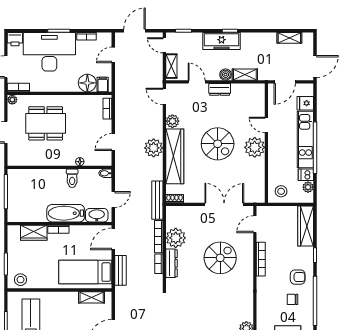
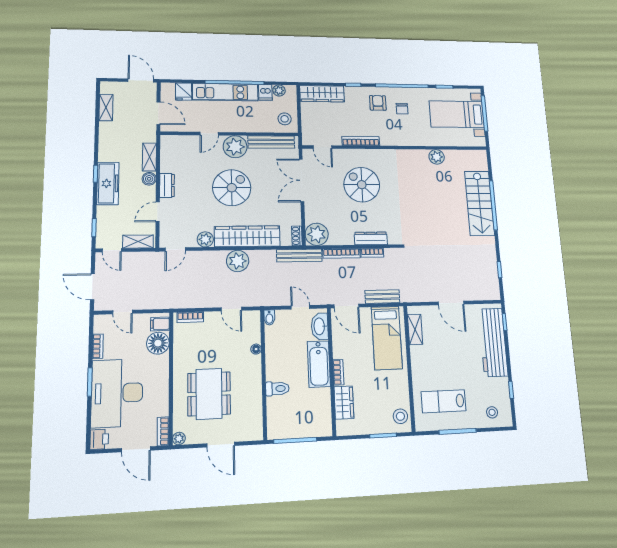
door: (164, 45) -> (112, 250), hinge flipped
toilet: (72, 178) -> (277, 389), moved
bench: (259, 179) -> (271, 142), added
plant: (176, 238) -> (317, 234), moved

